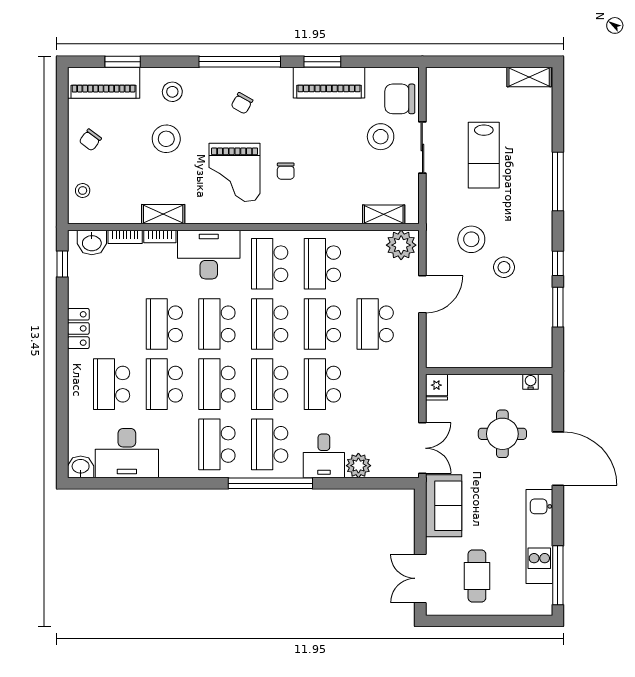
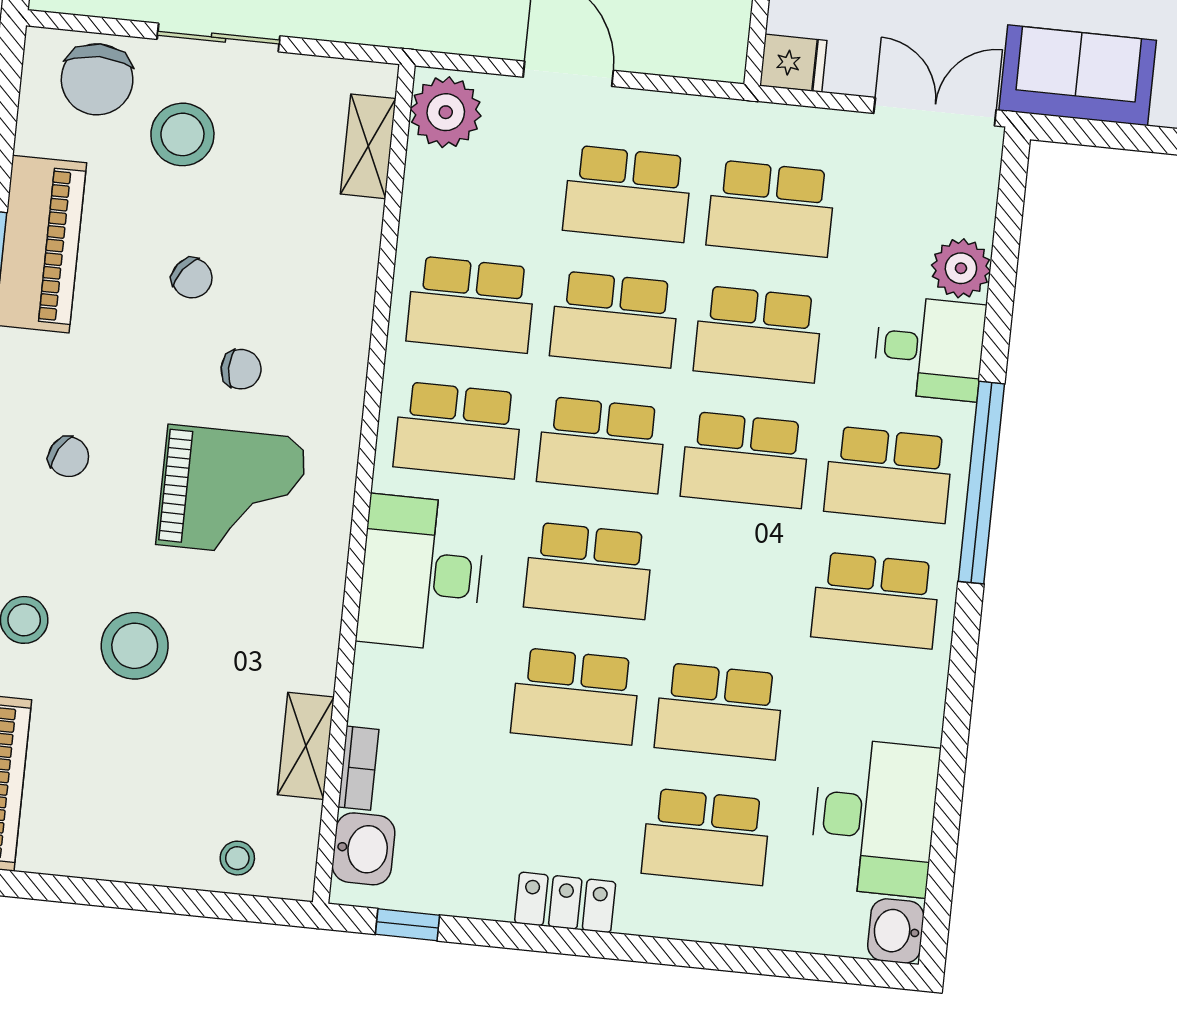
chair: (90, 140) -> (192, 278), moved
shelving: (163, 214) -> (306, 746), moved
bookcase: (160, 237) -> (366, 685), removed
school desk: (217, 384) -> (771, 208), moved

